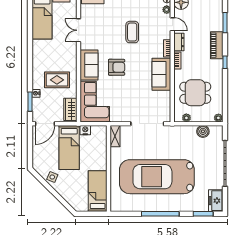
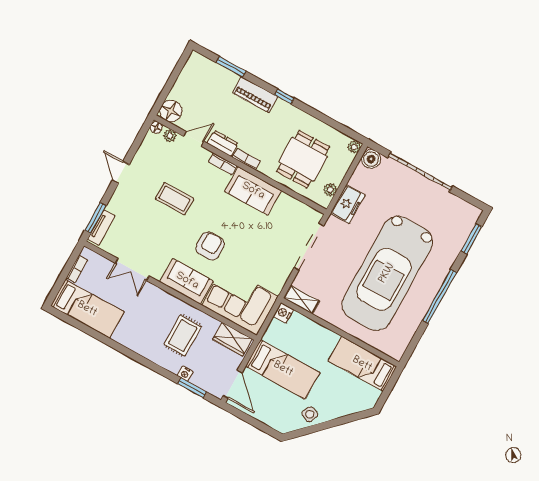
nightstand: (85, 130) -> (283, 313), moved
boiler: (203, 131) -> (371, 159), moved
freezer: (216, 201) -> (348, 204), moved, turned -90

